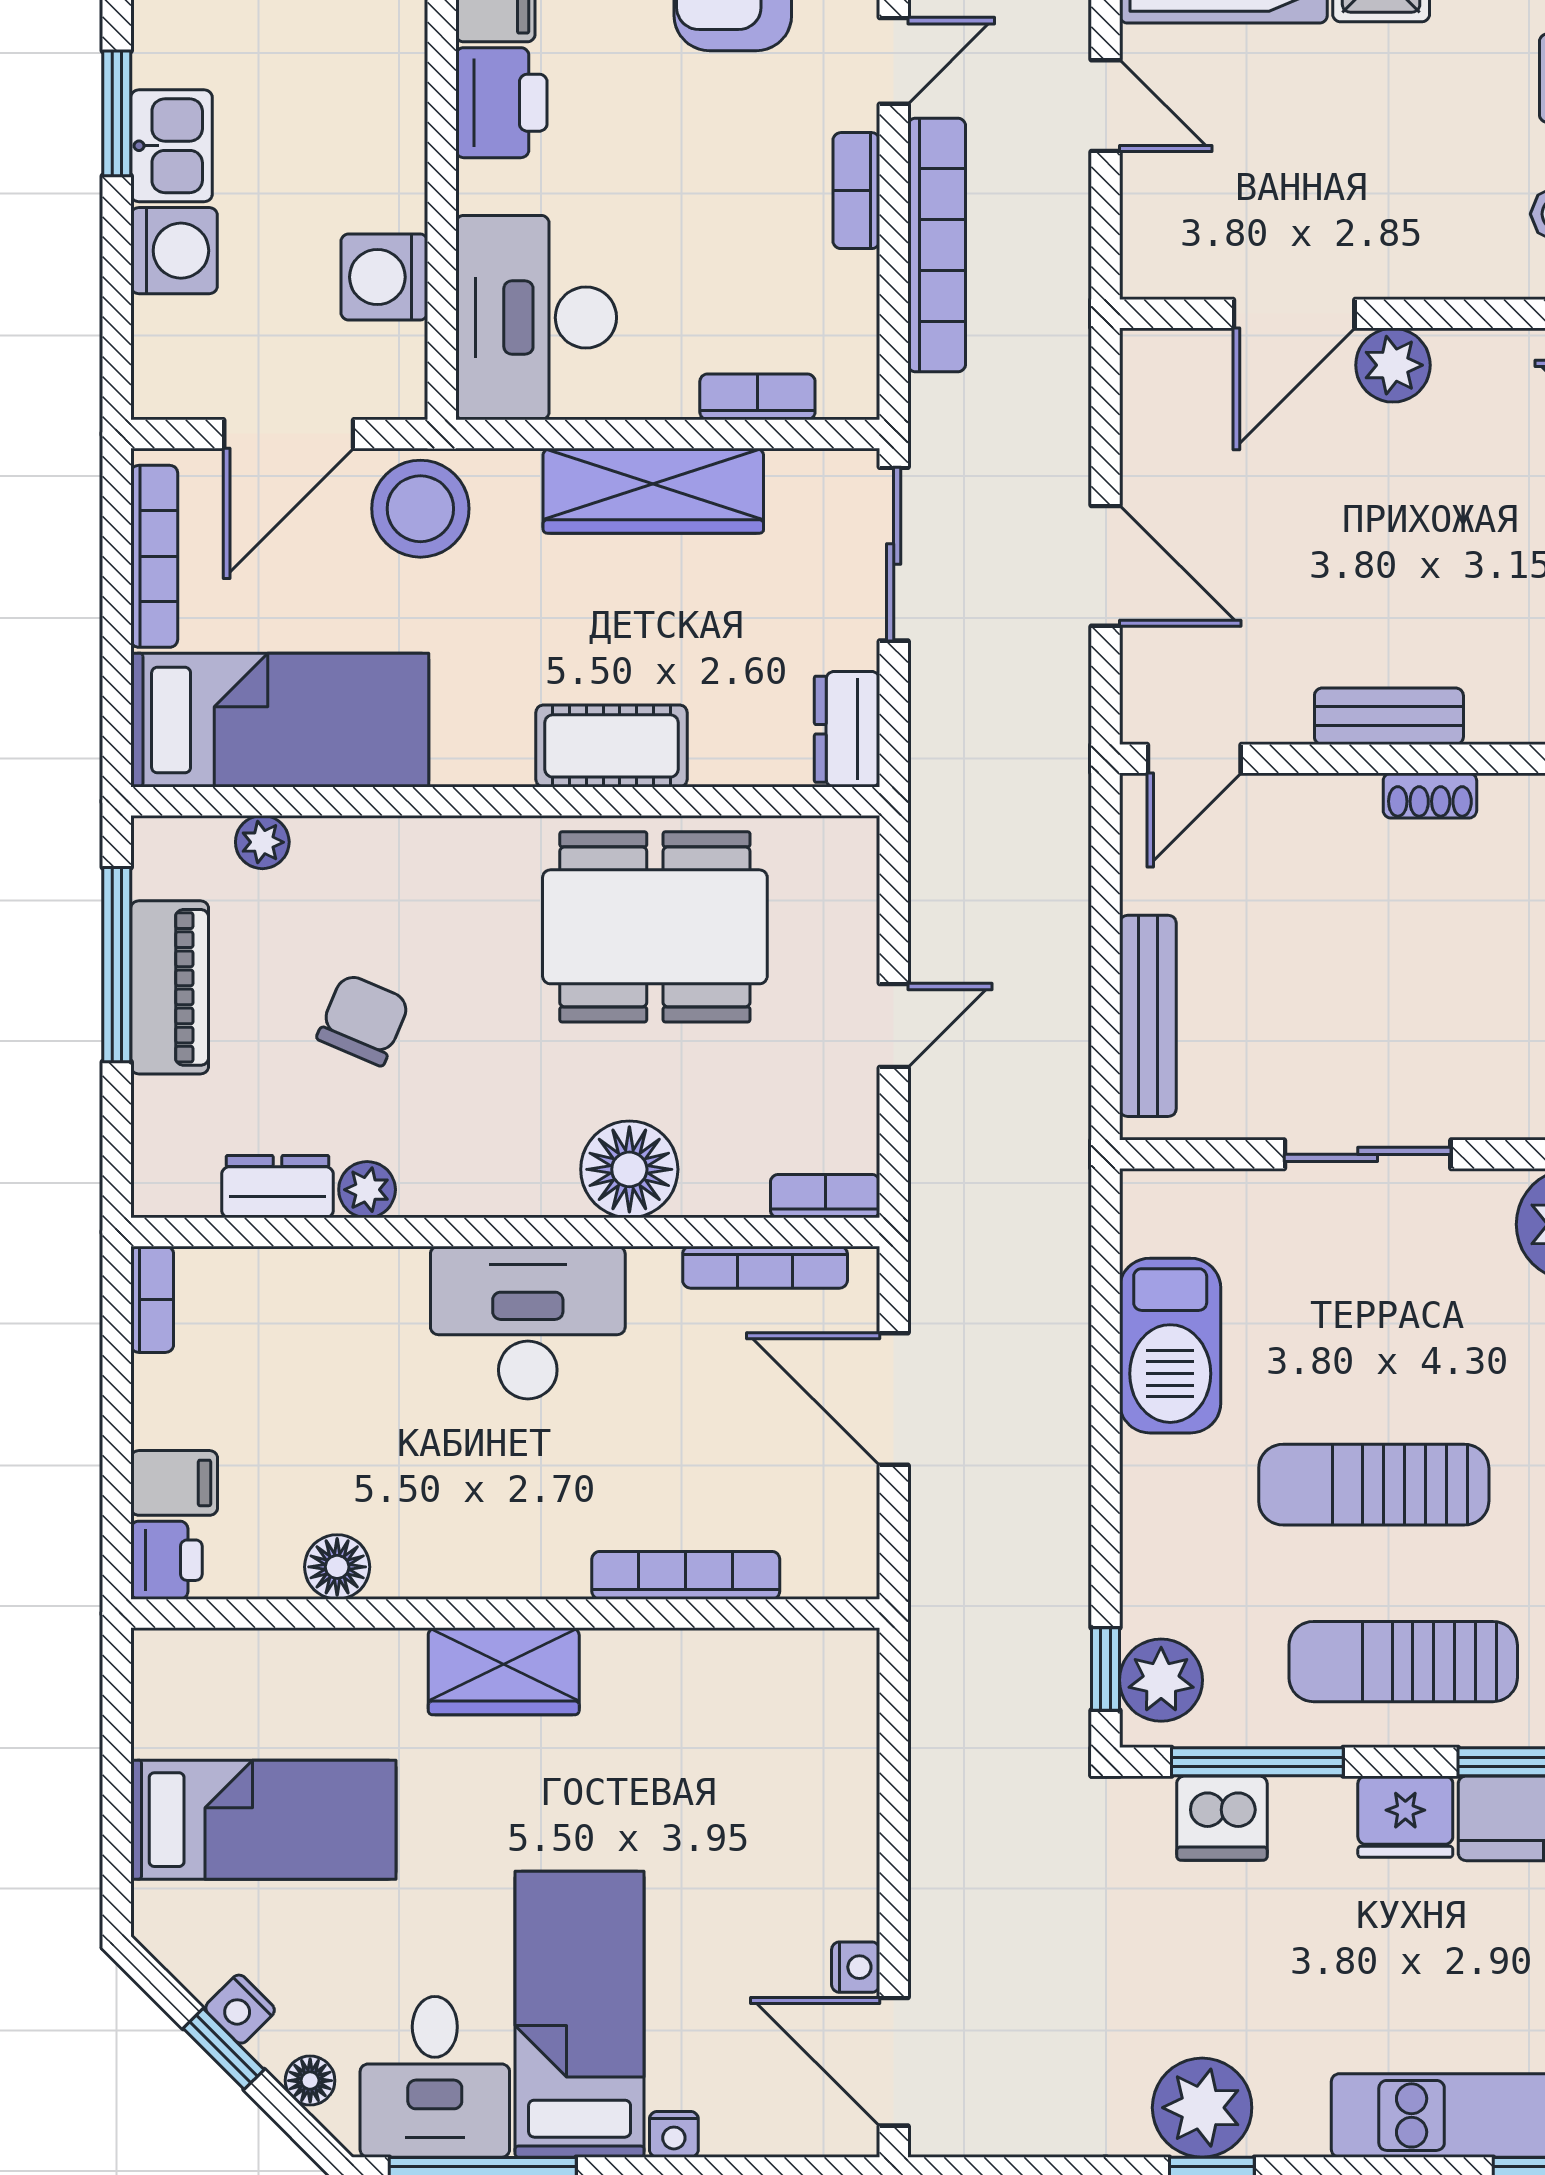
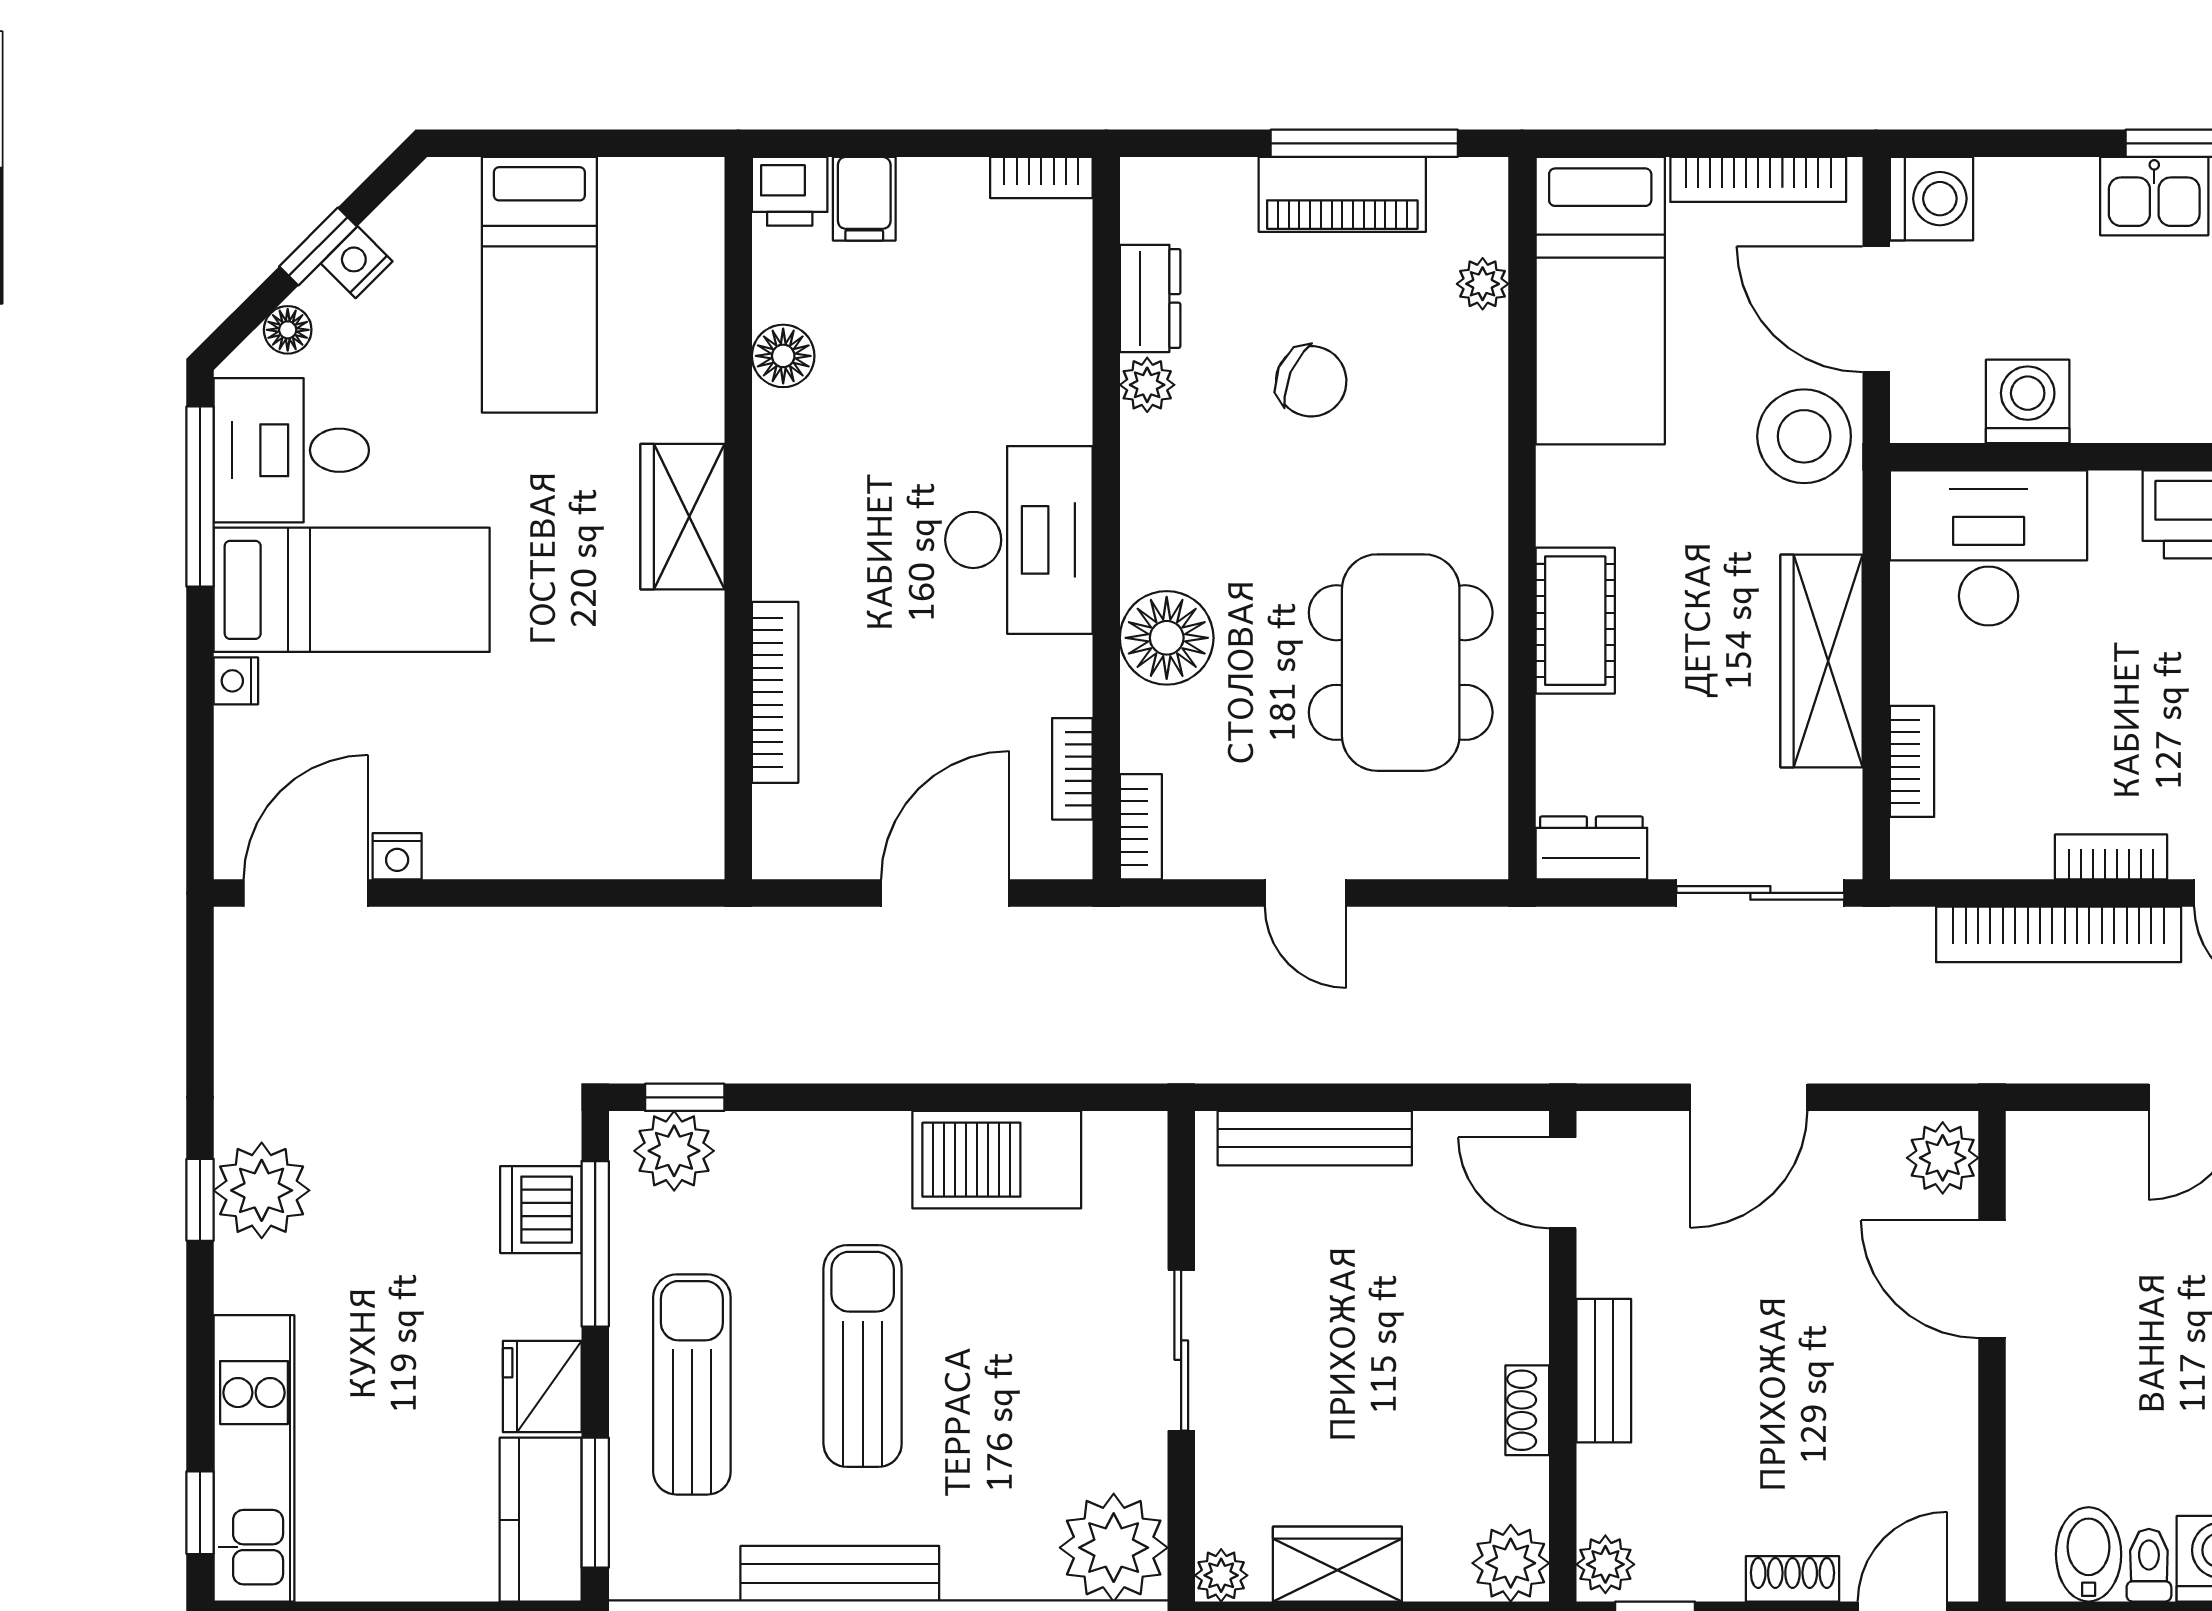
washing machine: (174, 251) -> (1932, 199), moved, turned -90
plant: (1393, 365) -> (1943, 1158), moved
bookcase: (765, 1267) -> (1072, 769), width x0.64

